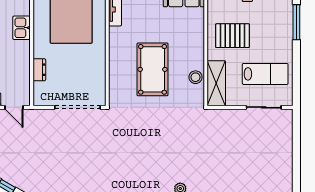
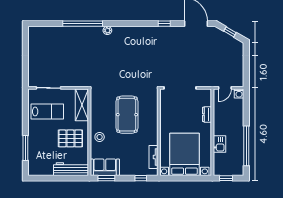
lab bench: (265, 74) -> (47, 111), turned 180
stool: (195, 77) -> (100, 137), moved
door: (14, 107) -> (225, 88), swing flipped

